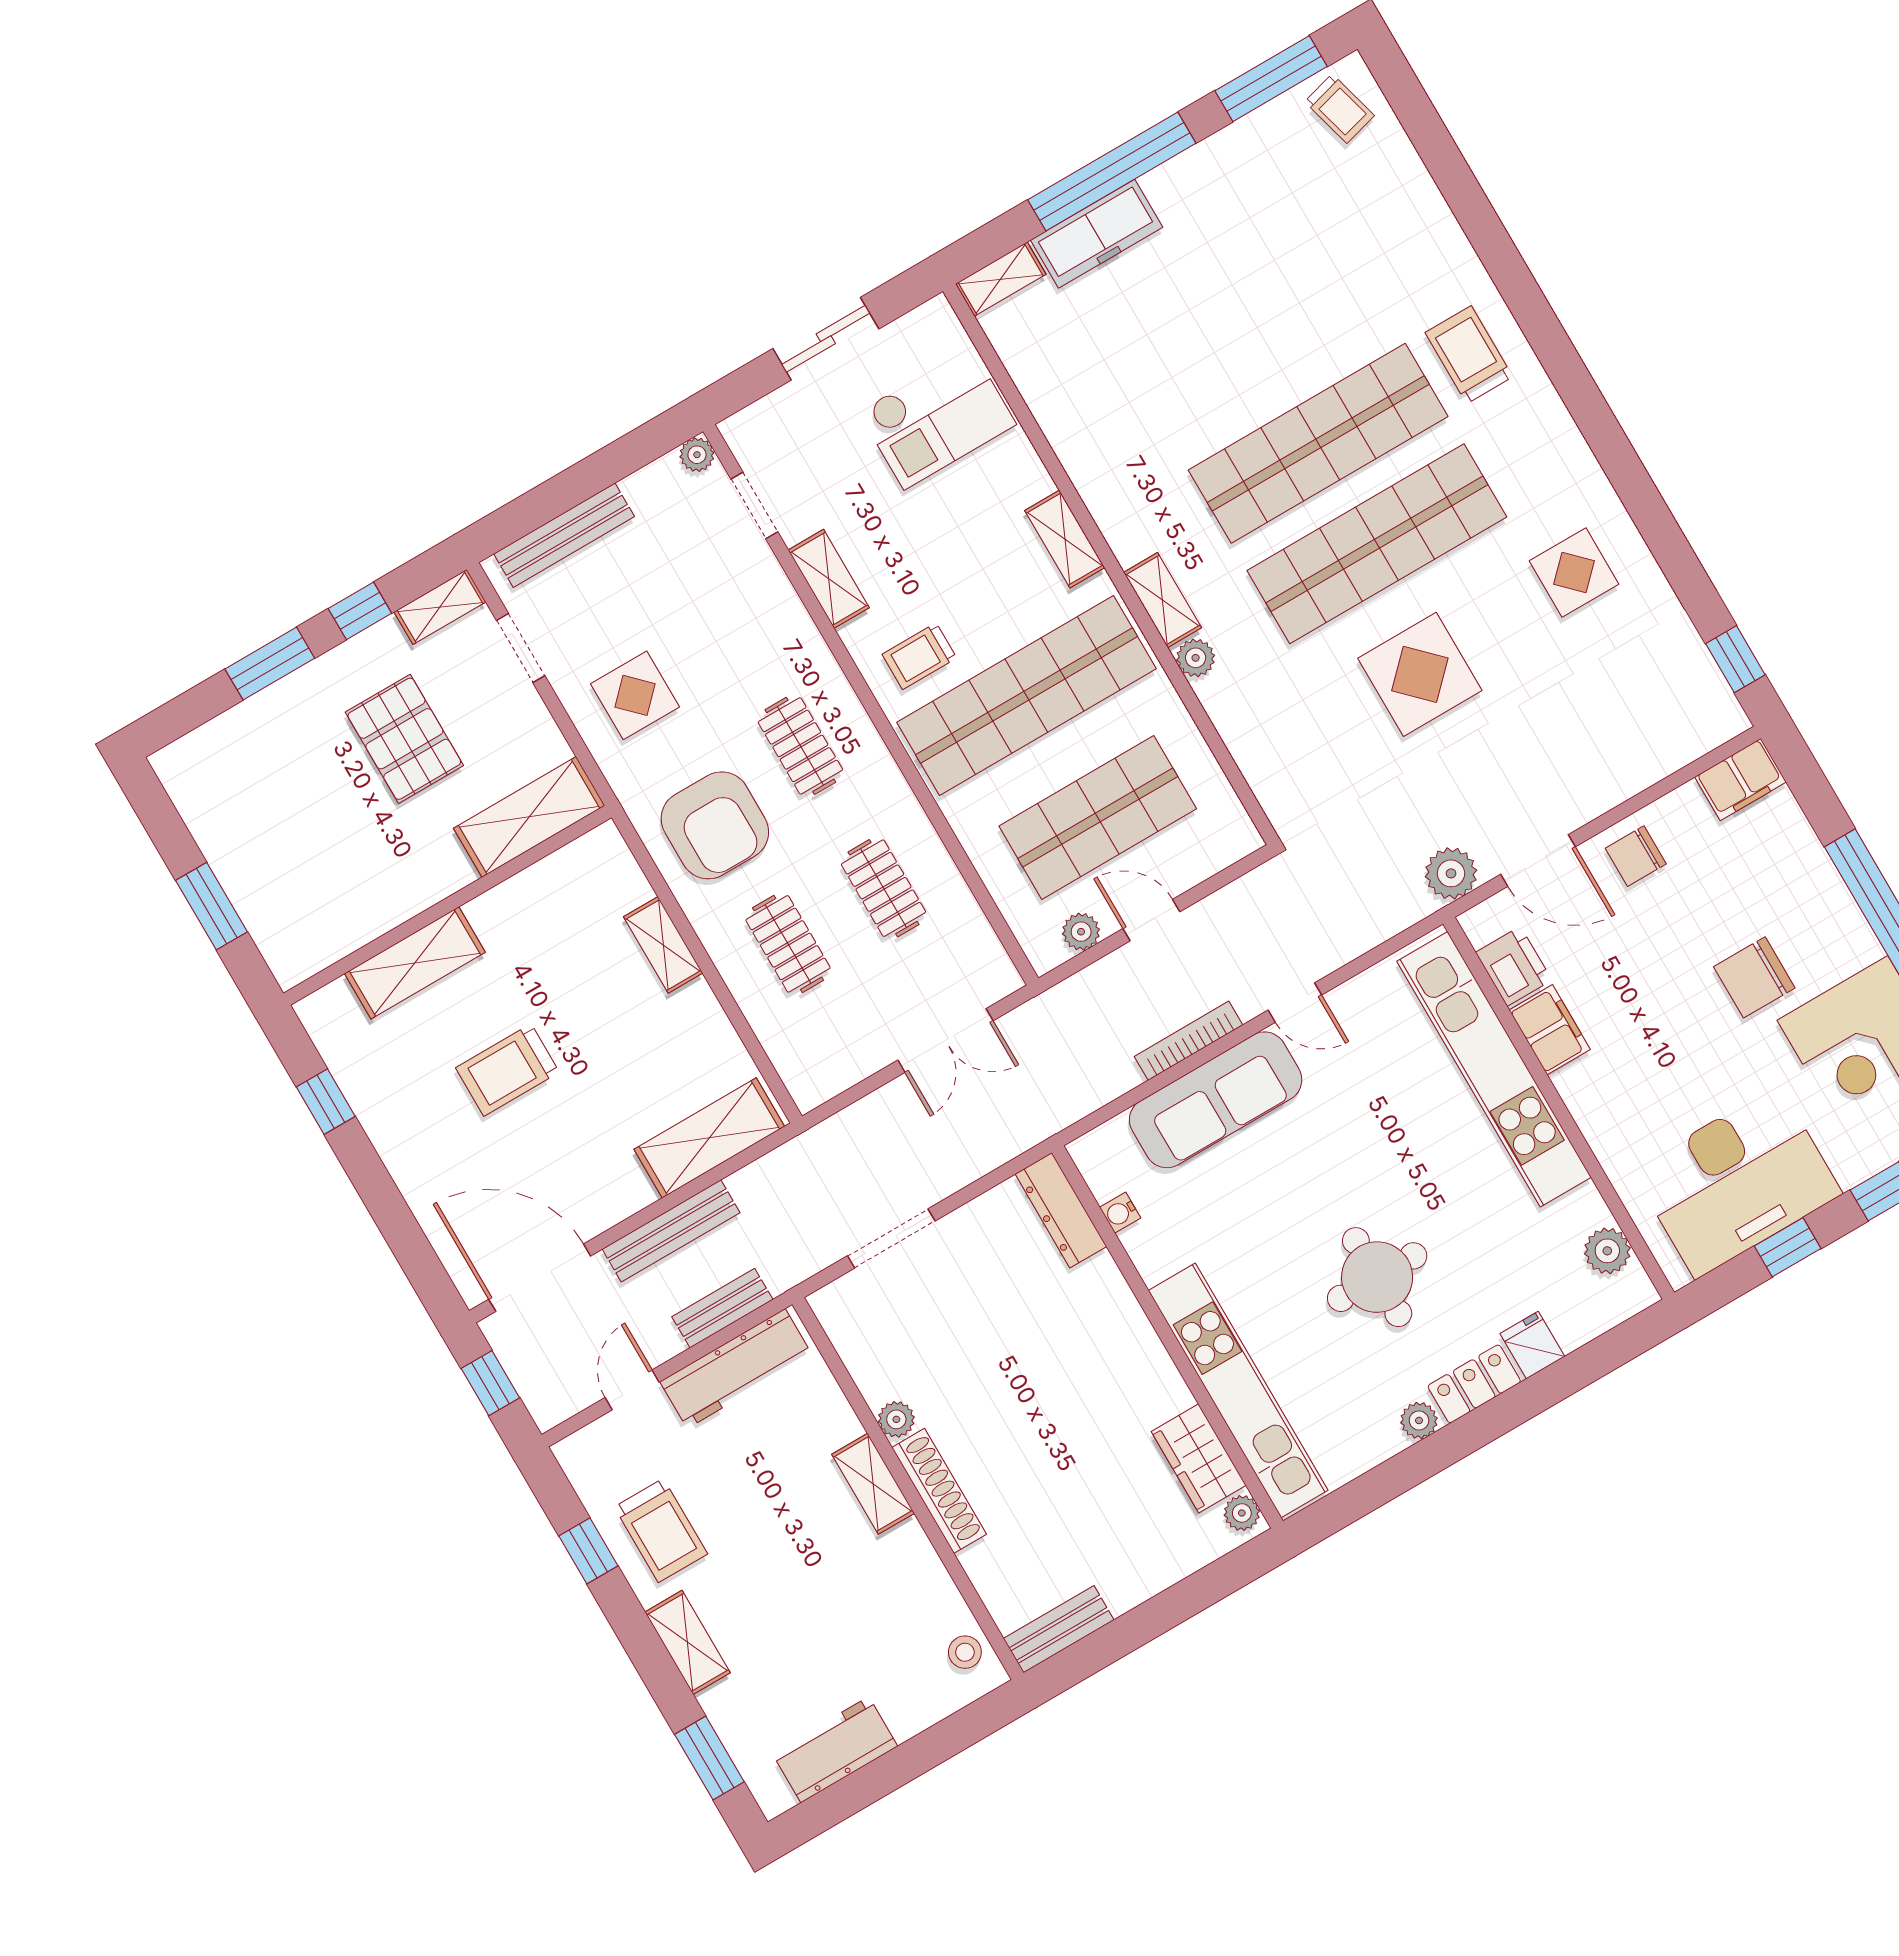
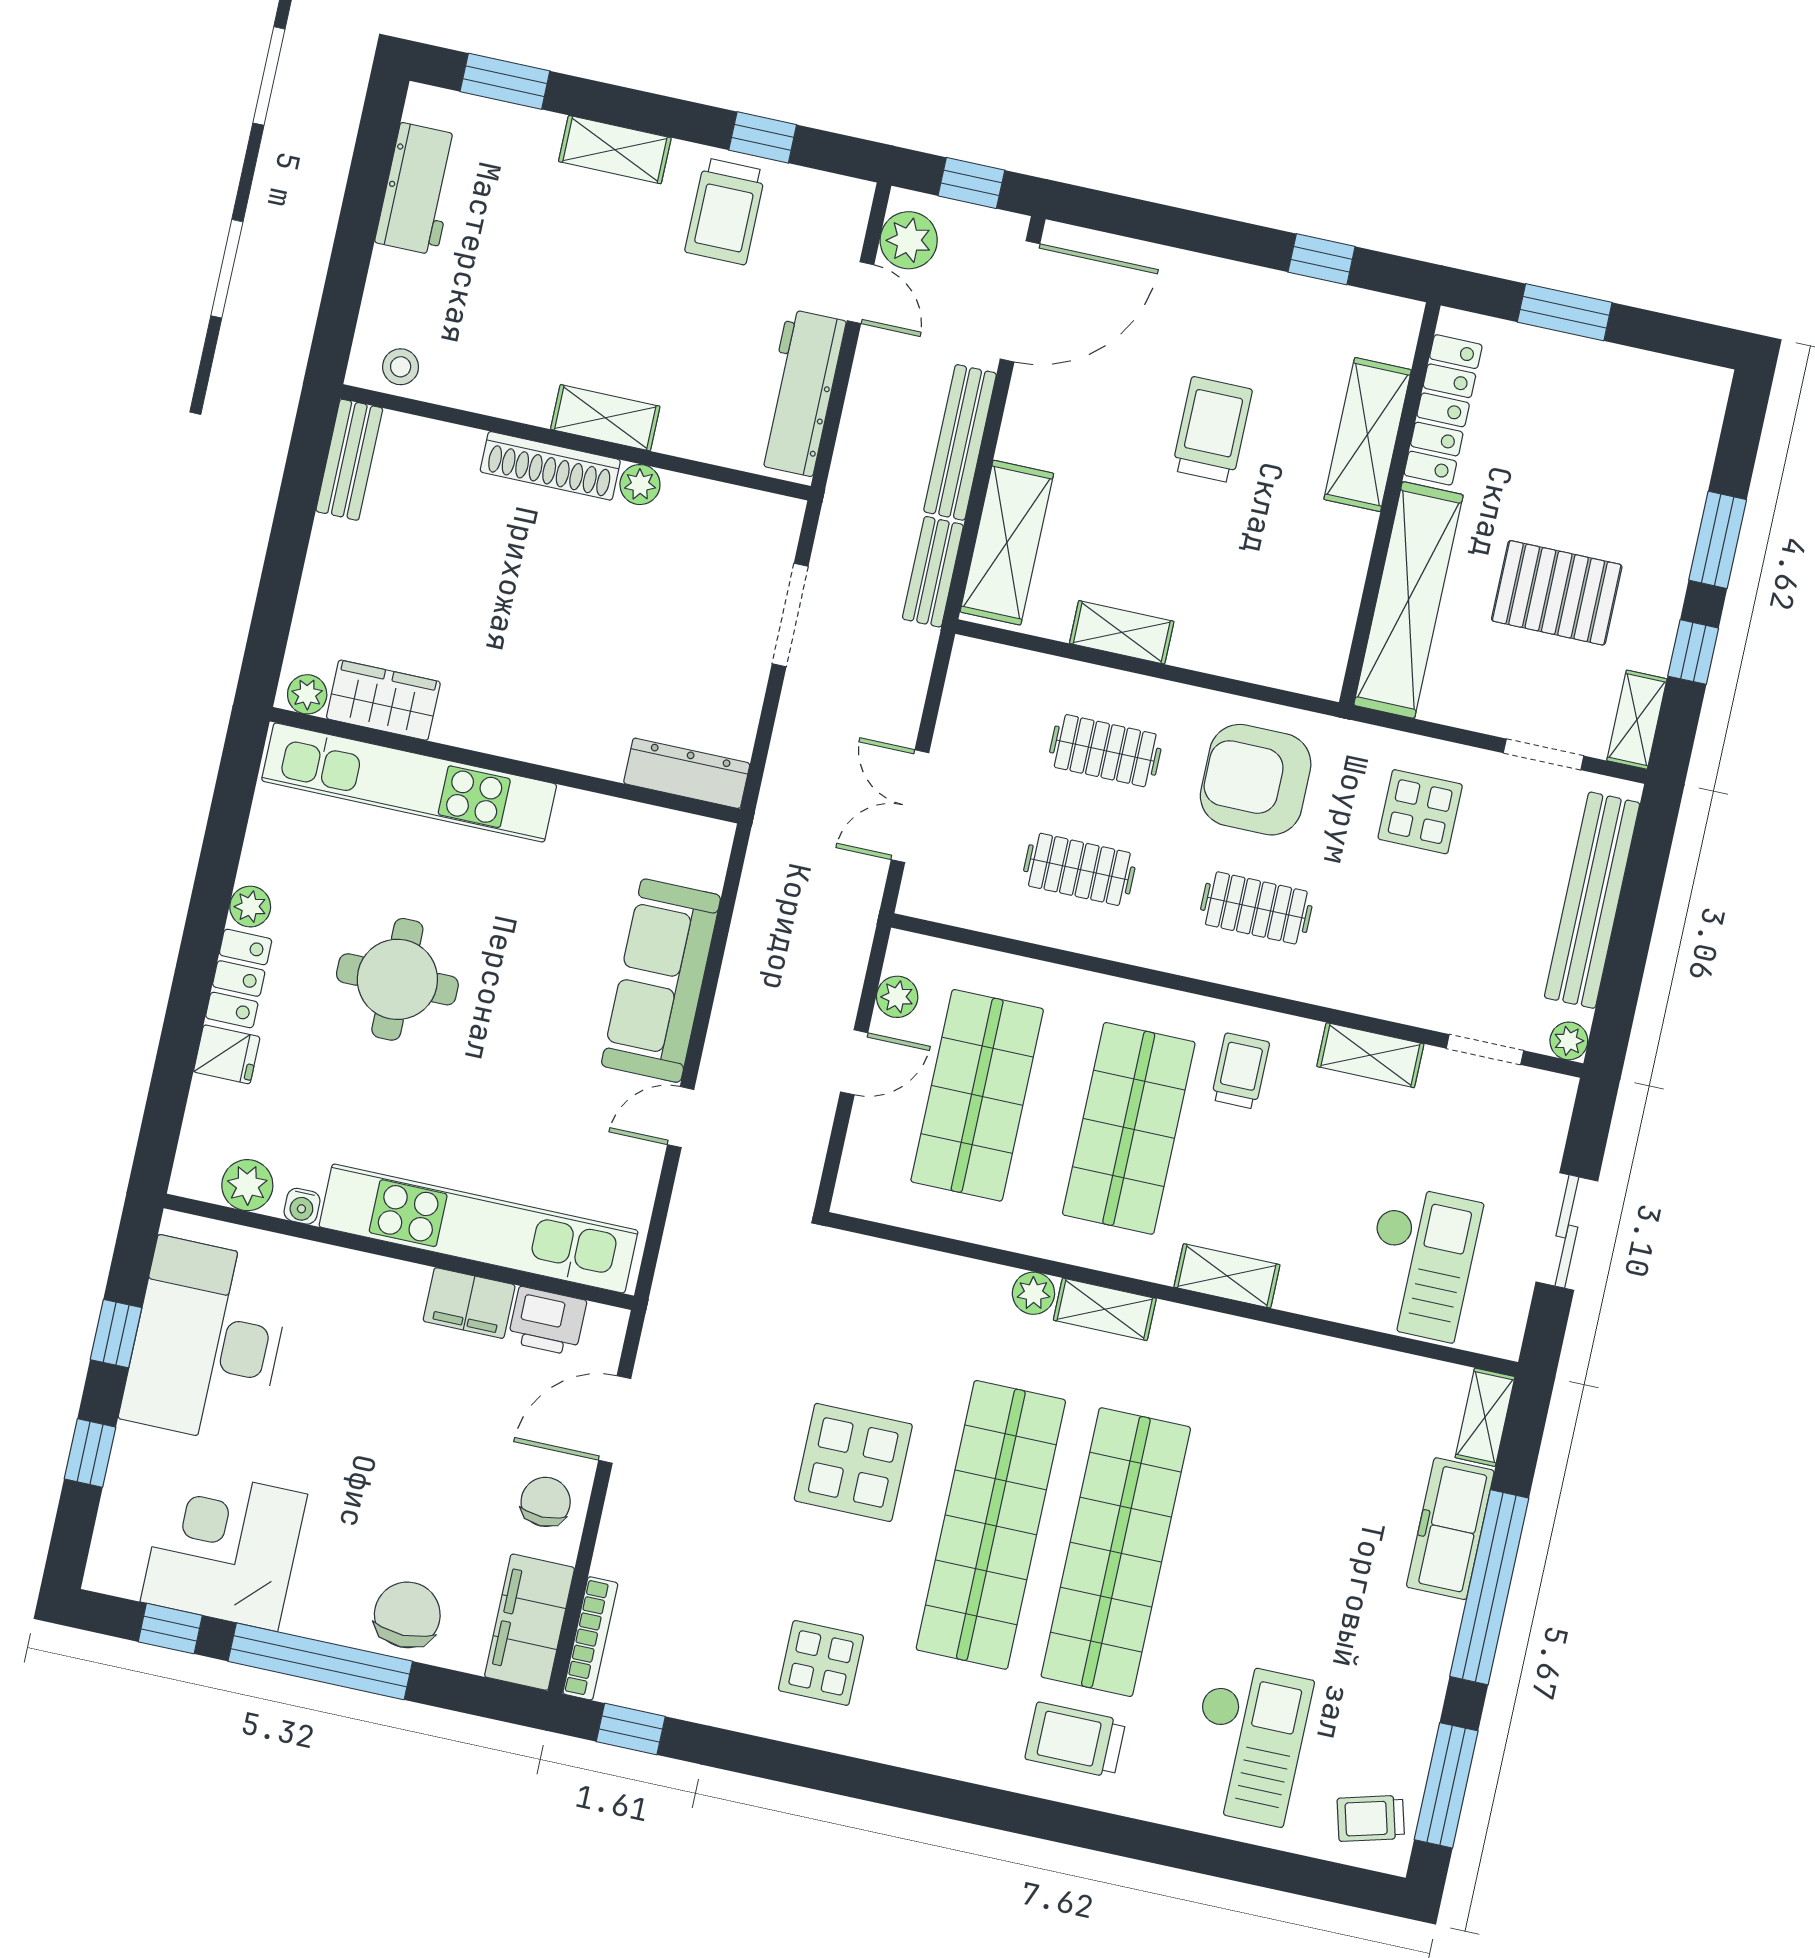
checkout: (1365, 238) -> (1247, 1743), added
trolley: (1469, 355) -> (1075, 1740), turned 180
checkout: (937, 418) -> (1420, 1263), turned 180
bench: (564, 535) -> (1592, 900), width x1.37, depth x1.21
shop shelf: (1026, 696) -> (1129, 1128), width x0.71
filing cabinet: (1741, 779) -> (529, 1622), width x1.50, depth x1.17
shelving: (529, 817) -> (1408, 600), width x1.47
plant: (1451, 873) -> (909, 240), moved
locker: (352, 927) -> (1443, 410), added
shelving: (663, 945) -> (1122, 632), moved
chair: (1754, 977) -> (407, 1615), moved
bookcase: (1188, 1041) -> (590, 1638), moved
water cooler: (1120, 1213) -> (302, 1206), moved, turned 180
bench: (722, 1308) -> (933, 572), moved
trolley: (661, 1530) -> (725, 211), turned -90

